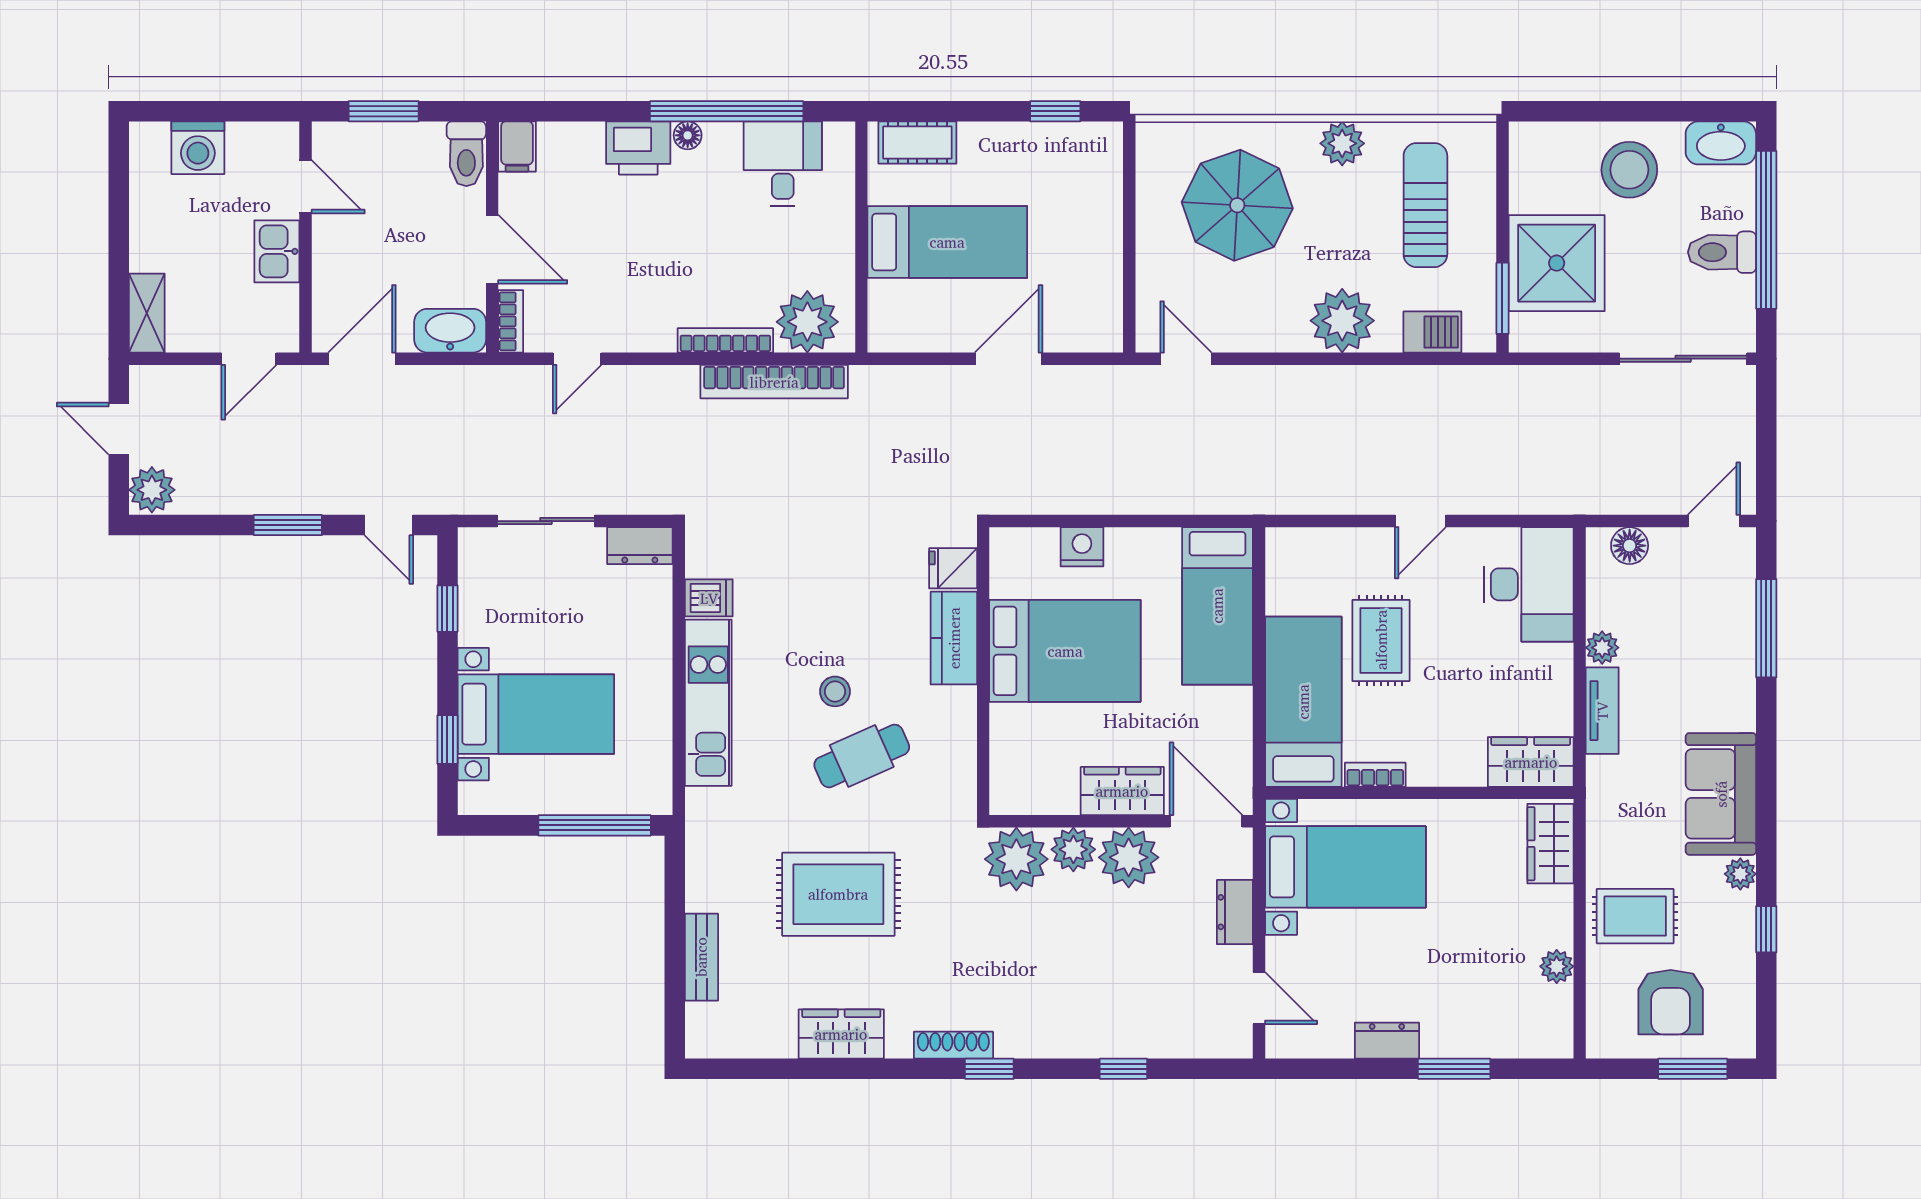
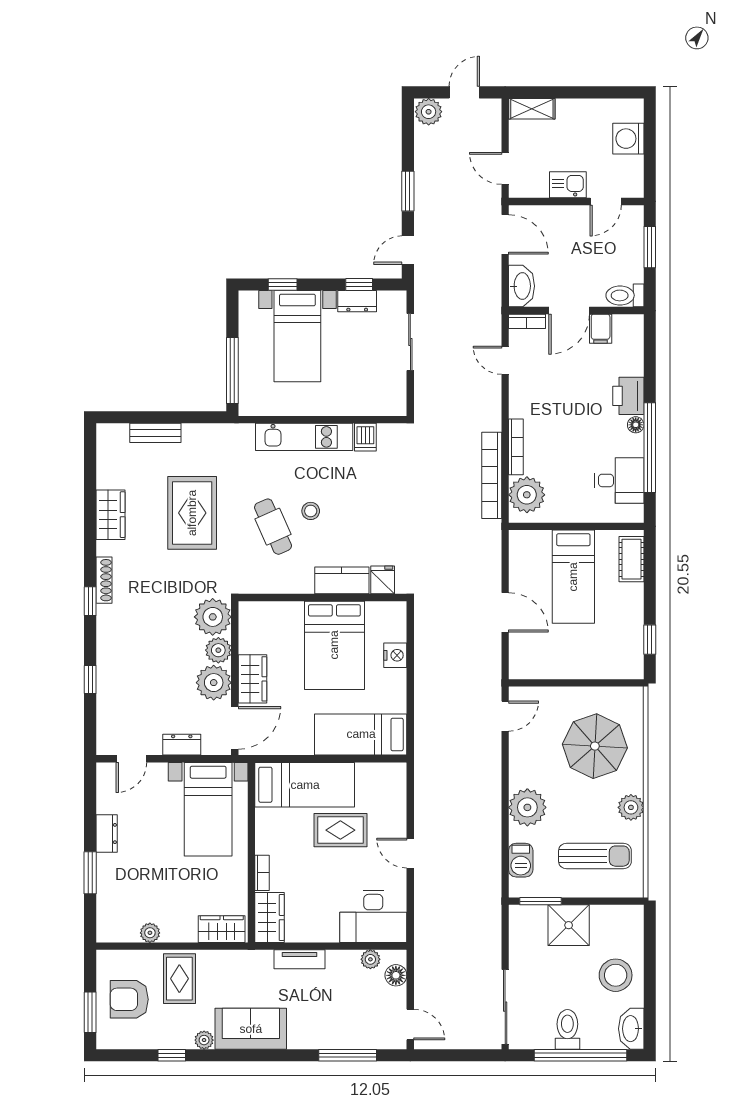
filing cabinet: (517, 146) -> (601, 329), moved, turned -90
shower: (1557, 263) -> (569, 925), width x0.73, depth x0.73
dresser: (640, 546) -> (357, 301), moved, turned -90
plant: (1602, 648) -> (370, 959), moved
bookcase: (1375, 775) -> (262, 873), moved

